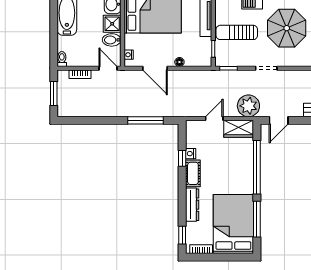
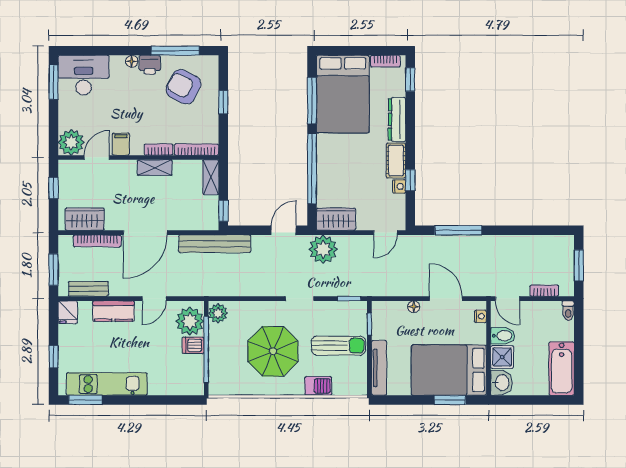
door: (214, 118) -> (385, 233), moved

